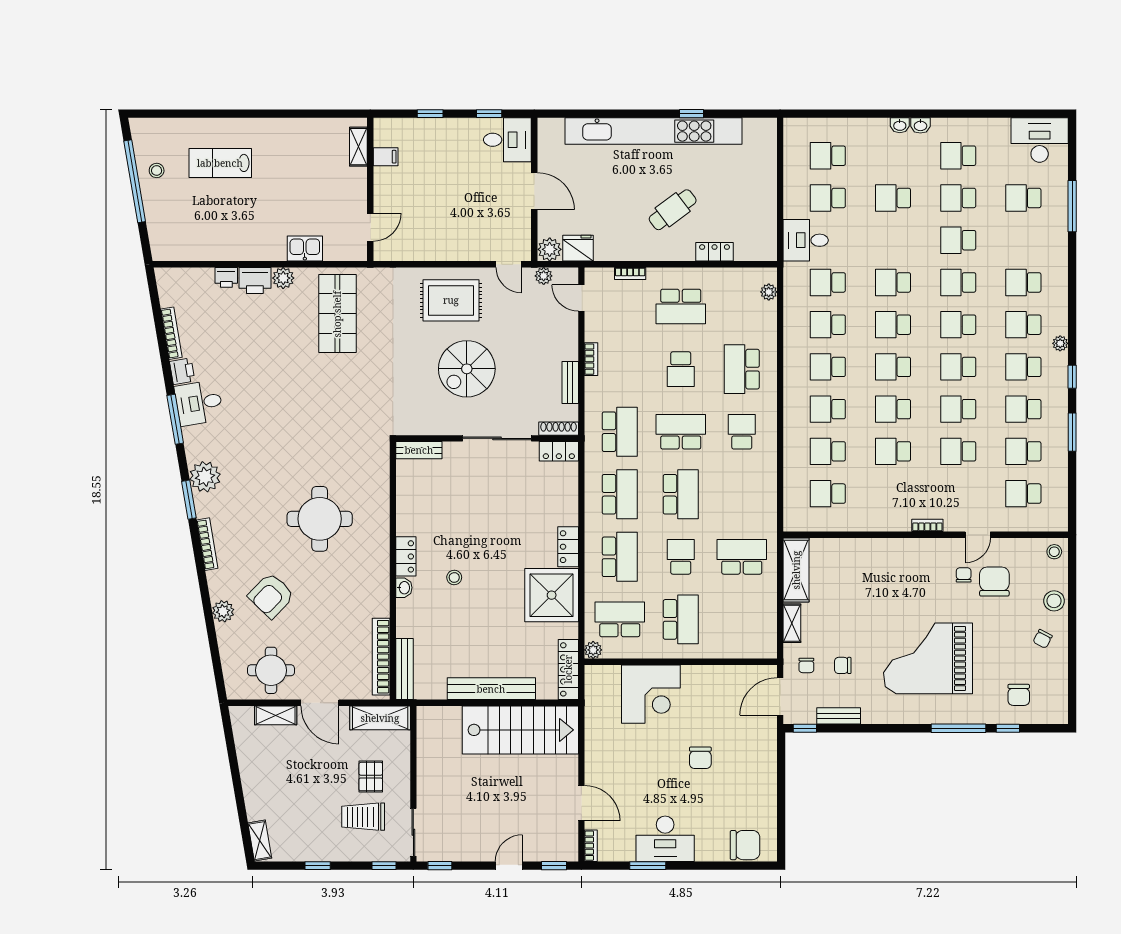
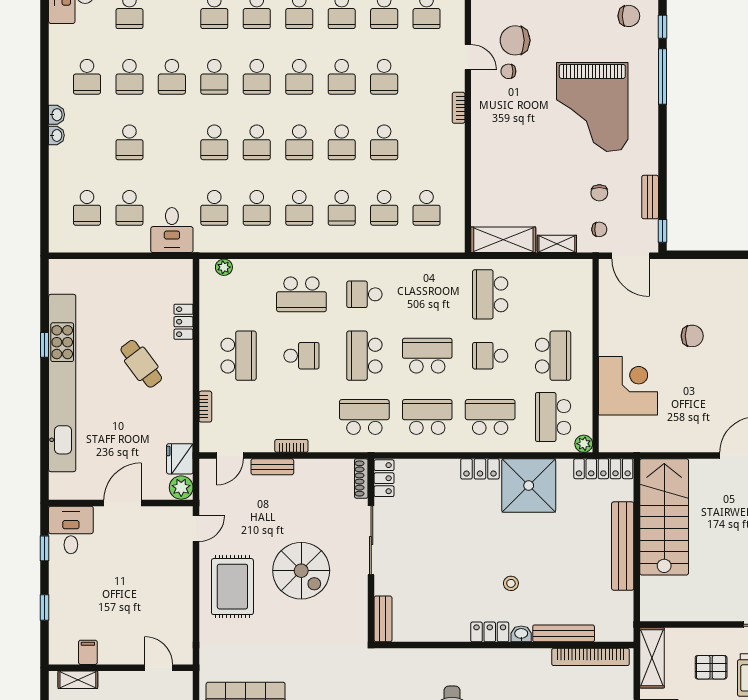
plant: (544, 276) -> (208, 494), removed
bench: (570, 382) -> (272, 467), moved
school desk: (681, 619) -> (553, 356), turned 90
bench: (404, 669) -> (564, 633), moved

